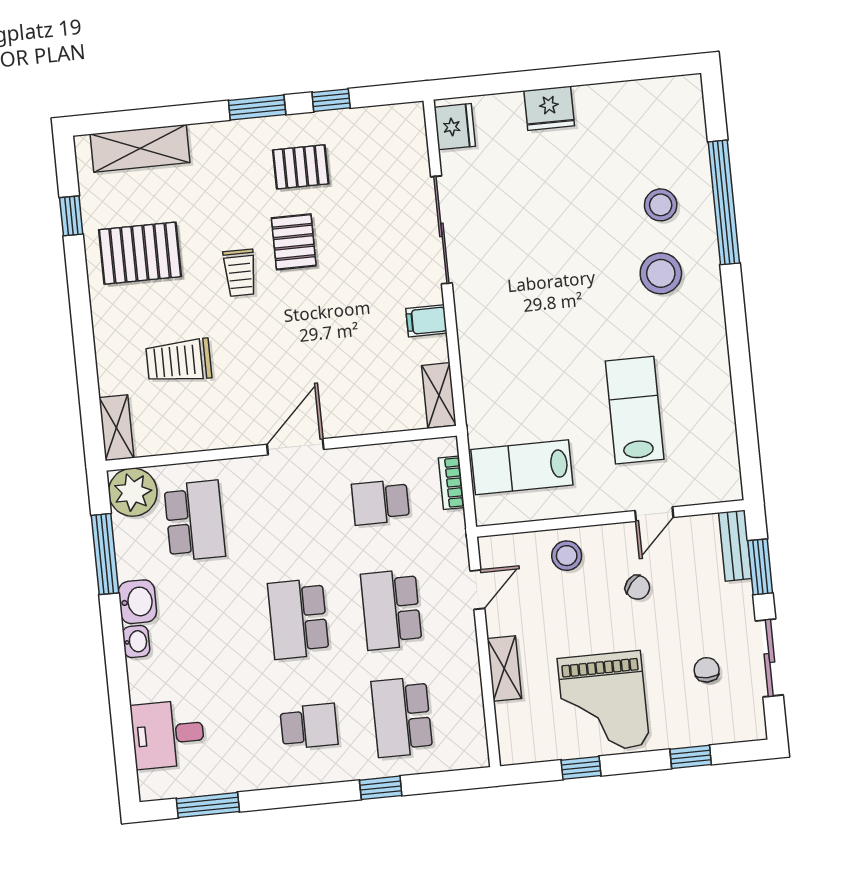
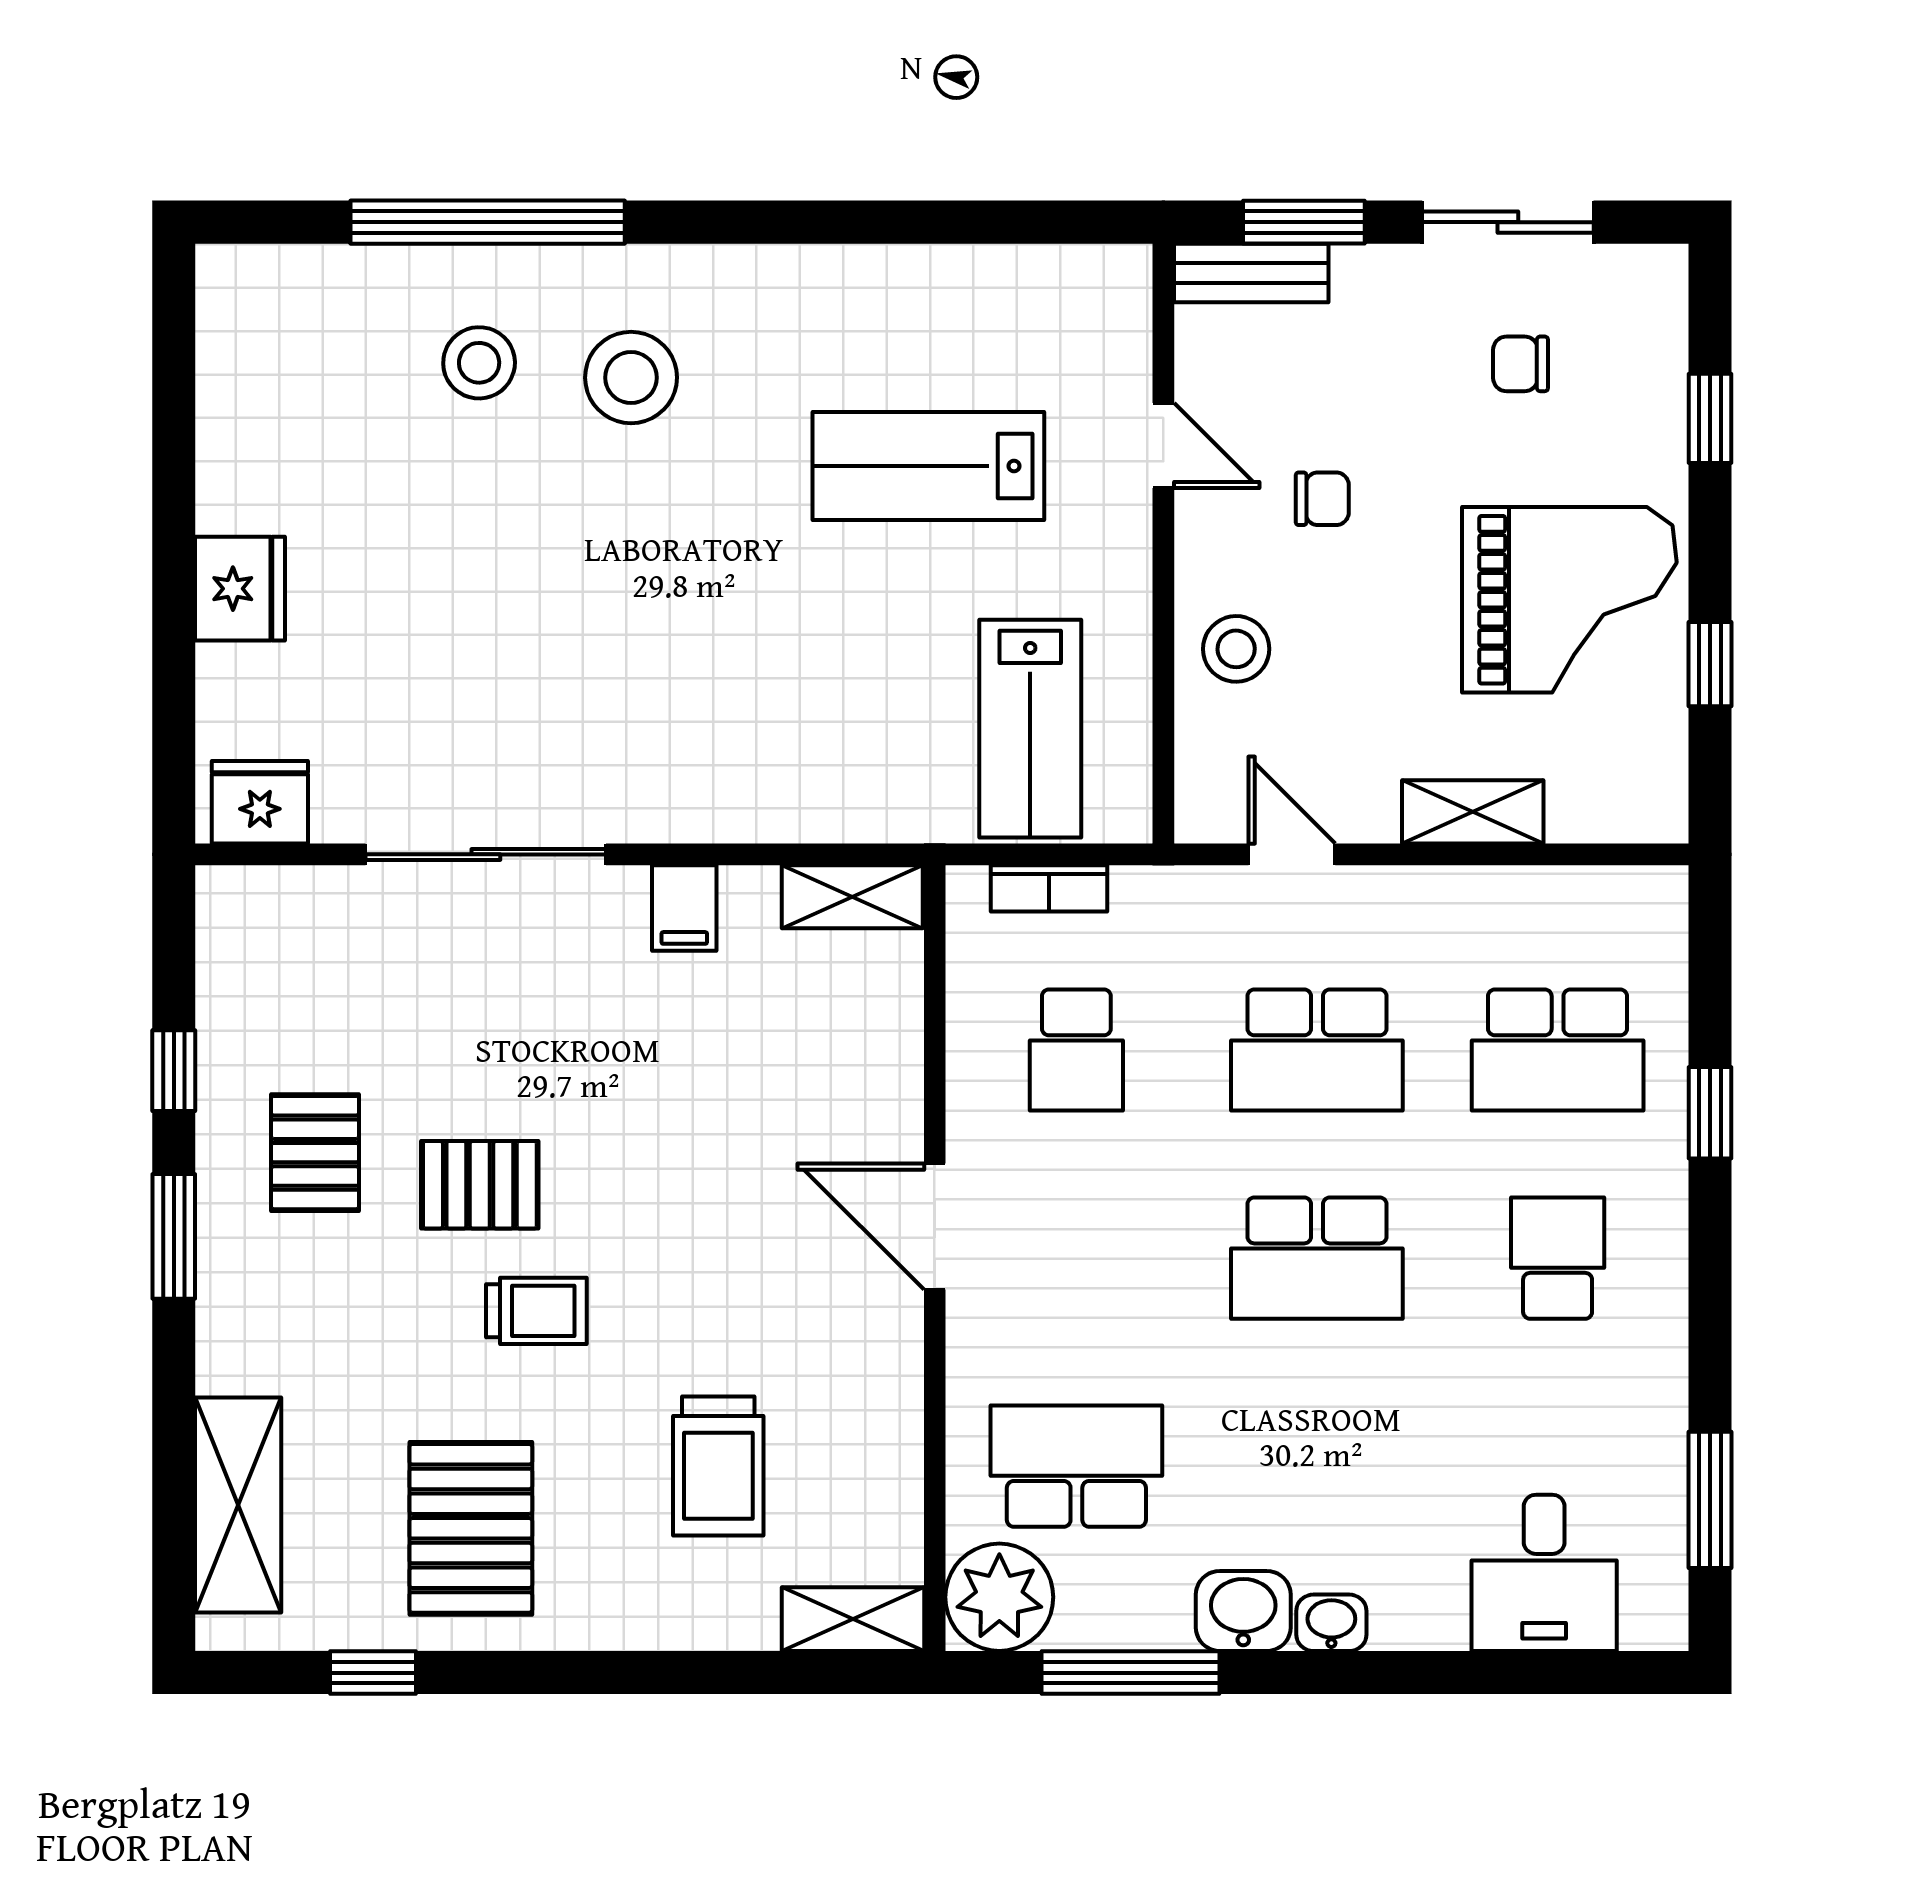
chair: (638, 587) -> (1322, 499), turned 50

